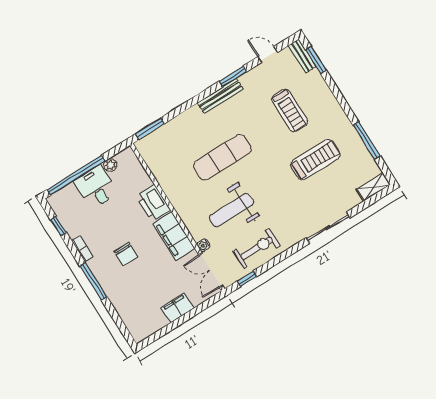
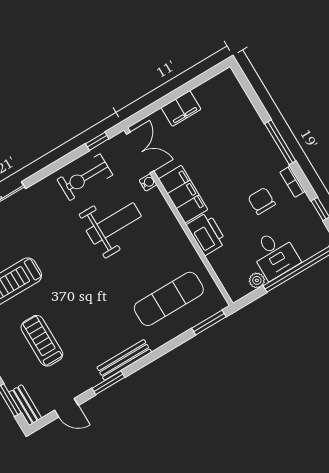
exercise mat: (222, 157) -> (169, 299), moved
chair: (126, 254) -> (262, 201), moved

